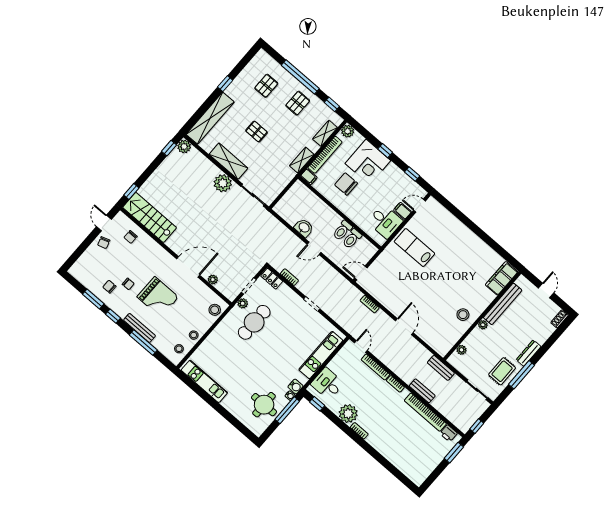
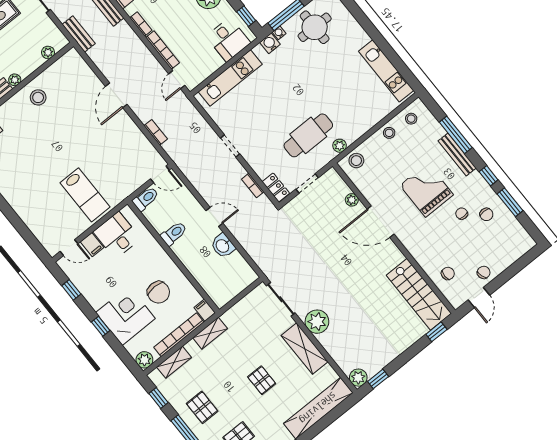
pallet: (298, 103) -> (202, 407), turned 90
toilet: (352, 239) -> (146, 199), moved
plant: (243, 303) -> (340, 146), moved

